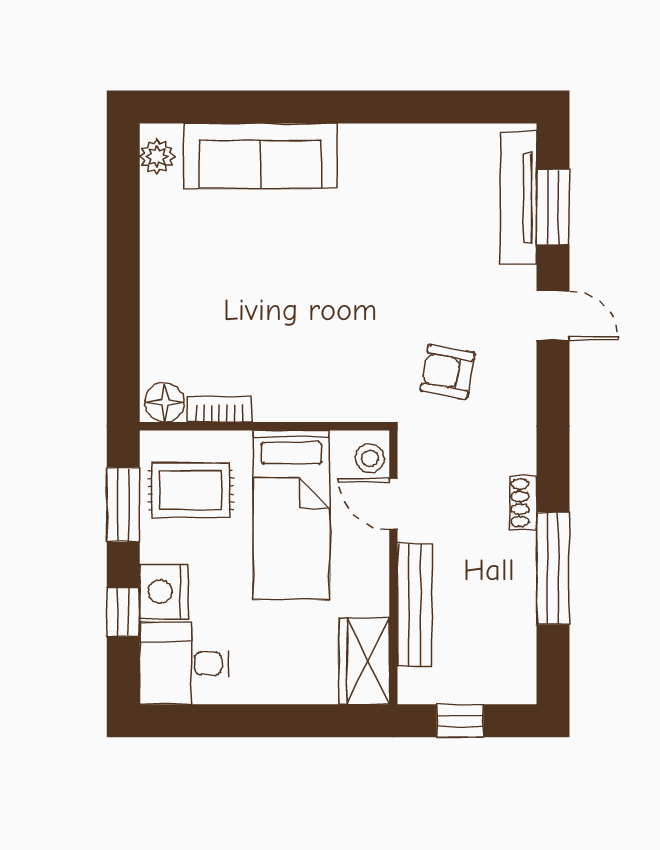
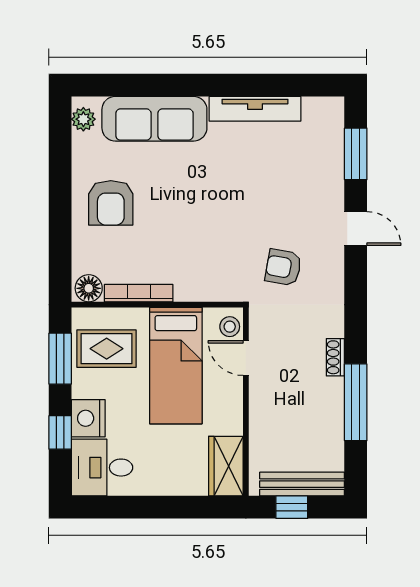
tv unit: (519, 198) -> (255, 109), moved, turned -90
armchair: (197, 278) -> (111, 203), added
bookcase: (219, 409) -> (139, 293), width x1.56
bench: (415, 605) -> (302, 484), moved, turned 90

